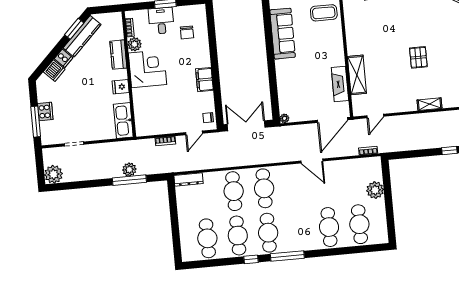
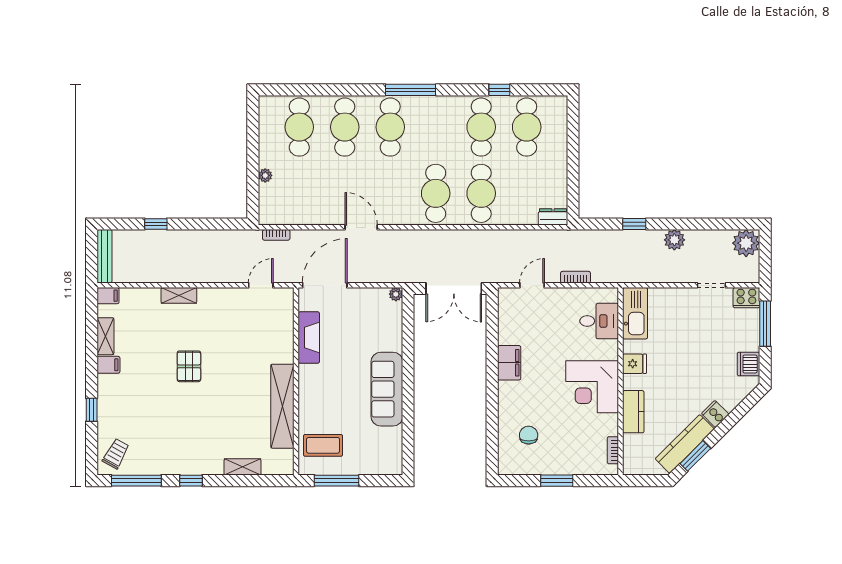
desk: (161, 21) -> (599, 321), moved, turned -90
sofa: (283, 34) -> (387, 389), moved
plant: (135, 44) -> (608, 425), removed
dishwasher: (54, 71) -> (749, 364), moved, turned -45
shelving: (357, 75) -> (282, 406), moved, width x1.47
cooker: (45, 112) -> (746, 298), moved, turned -90
chair: (208, 118) -> (509, 306), removed
plant: (129, 169) -> (674, 240), moved
dresser: (188, 179) -> (553, 217), width x0.70
window: (129, 180) -> (634, 224), width x0.46
plant: (375, 190) -> (265, 175), width x0.53, depth x0.53
cafe table: (268, 233) -> (390, 127), moved
window: (251, 259) -> (499, 90), moved

